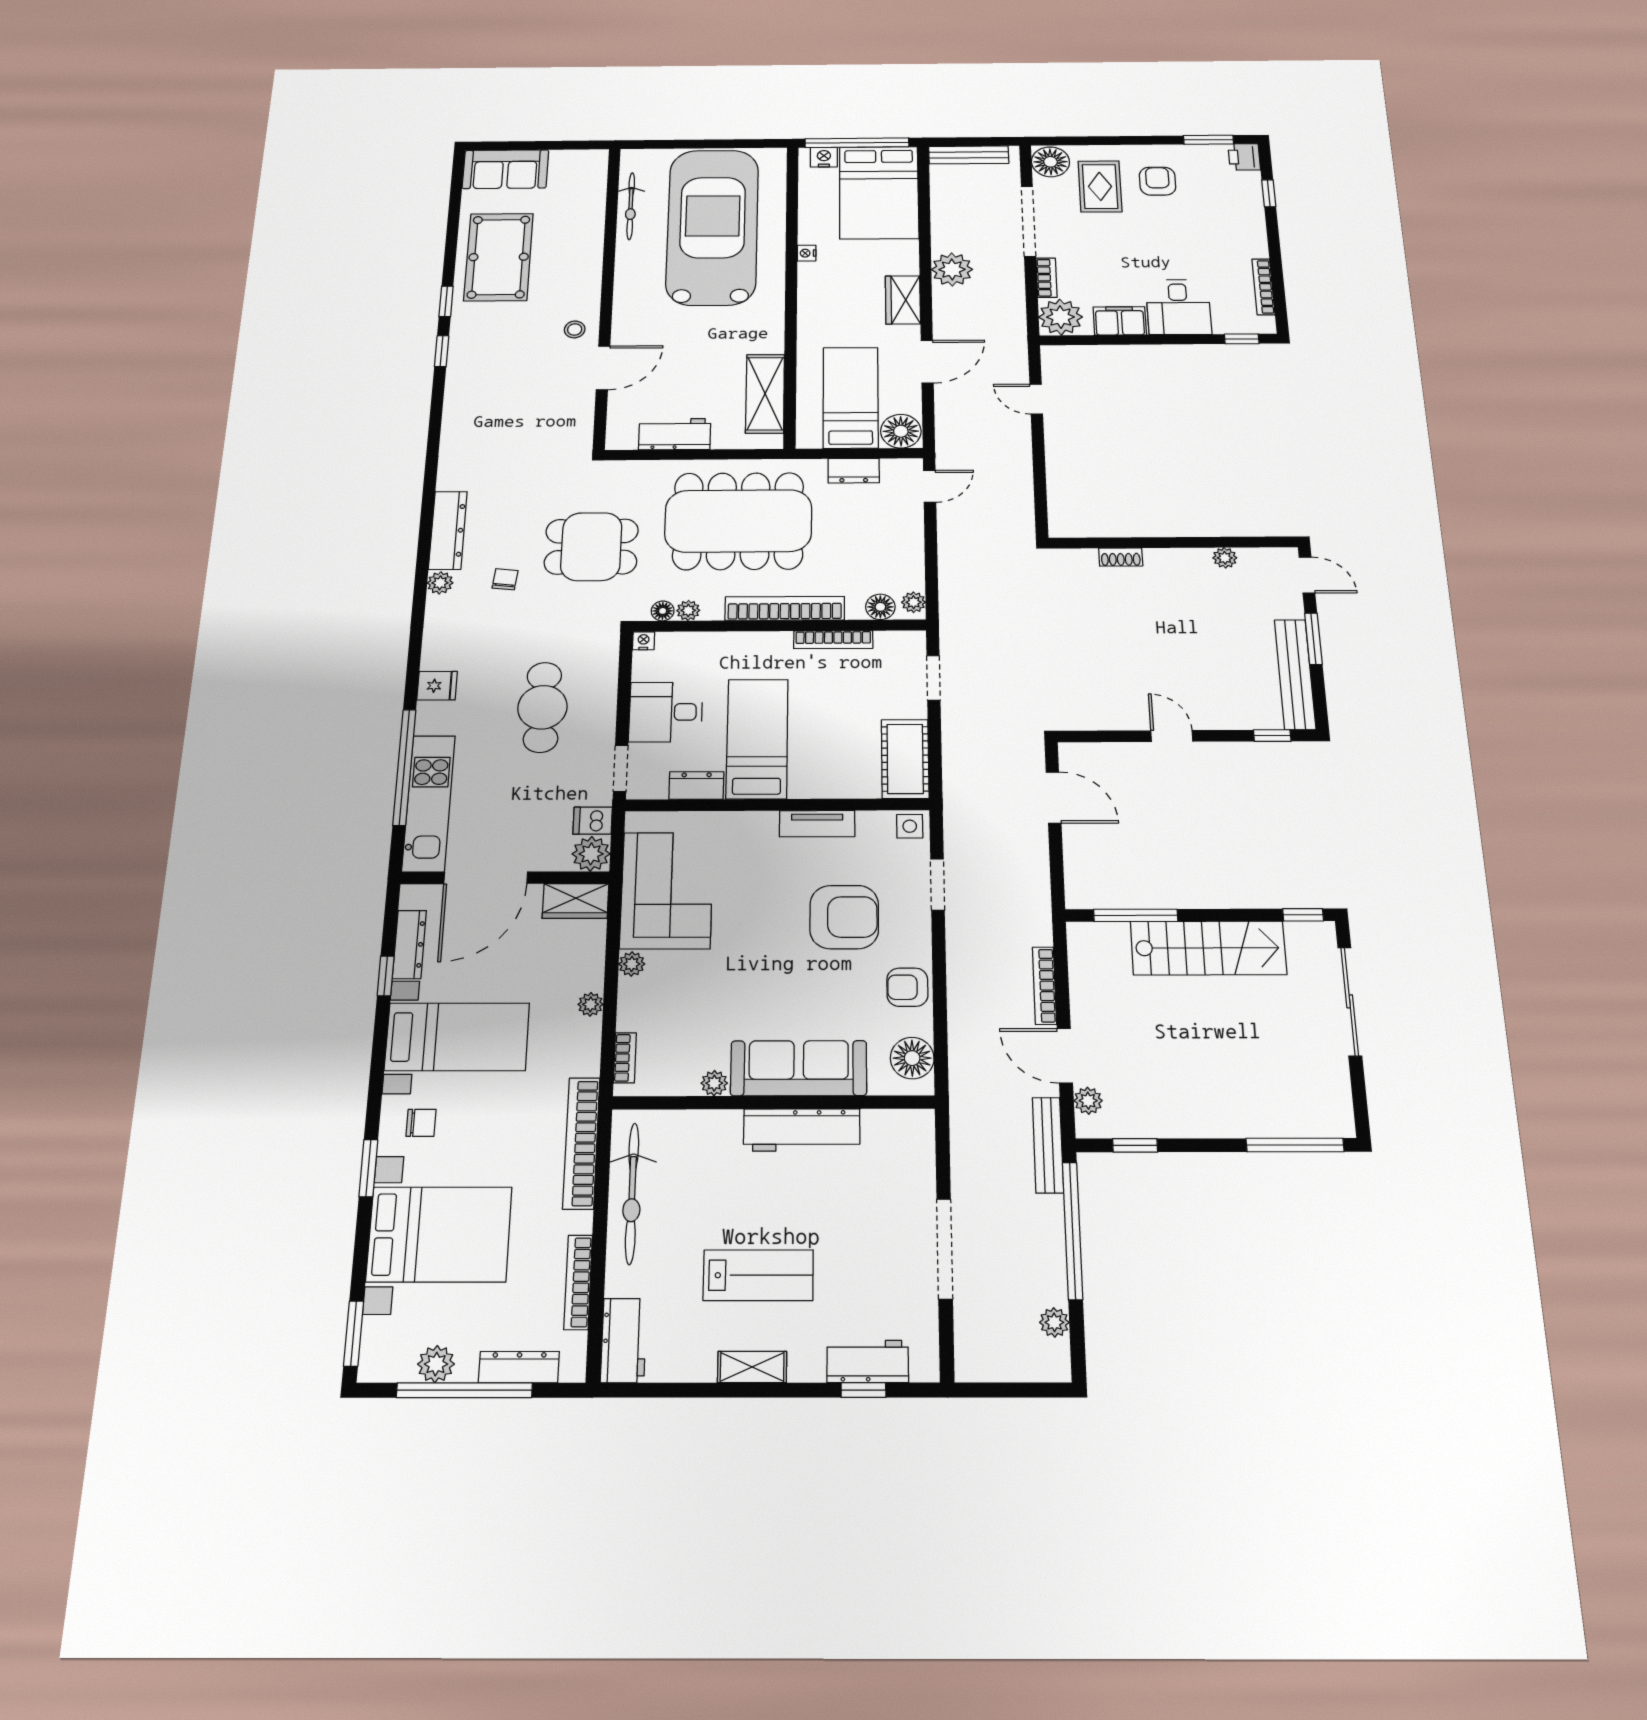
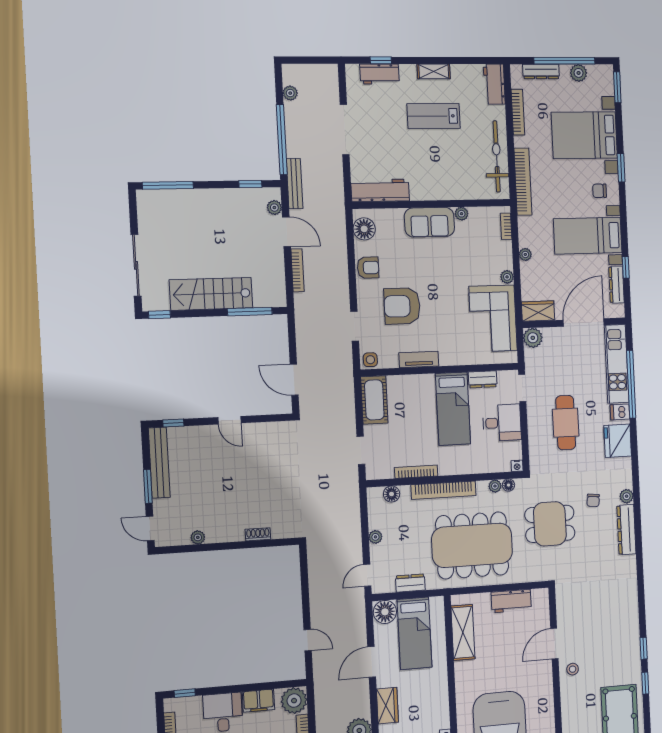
plant: (914, 602) -> (375, 537), moved
fridge: (437, 686) -> (618, 441), width x1.88, depth x1.34
dishwasher: (593, 821) -> (620, 412), moved, turned 180
sofa: (799, 1068) -> (429, 222), width x0.73
workbench: (802, 1130) -> (380, 190), moved

